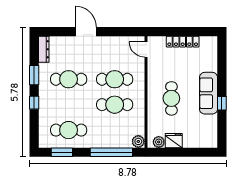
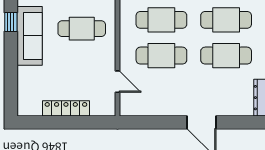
door: (146, 50) -> (117, 82), moved
cafe table: (171, 98) -> (82, 29), turned 90
cafe table: (69, 105) -> (226, 20), added

